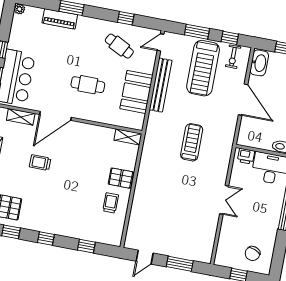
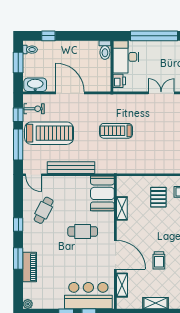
window: (126, 18) -> (18, 224), moved
window: (197, 32) -> (18, 145), width x1.44
cafe table: (88, 85) -> (83, 232), turned 90
booth: (136, 92) -> (102, 193), moved, turned 90
door: (243, 100) -> (70, 93), hinge flipped
shelving: (128, 137) -> (122, 208), moved
pallet: (121, 178) -> (158, 197), moved

